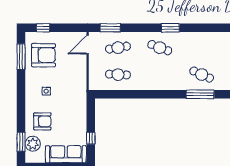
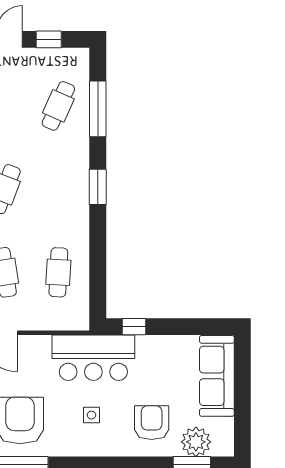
bar counter: (75, 92) -> (93, 358), added
window: (161, 94) -> (98, 187), added
window: (91, 138) -> (134, 327), moved

